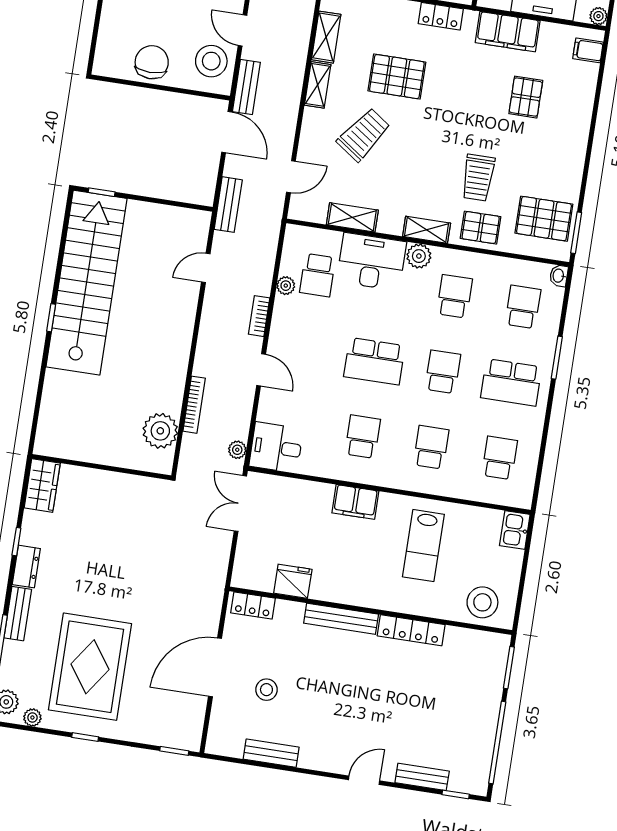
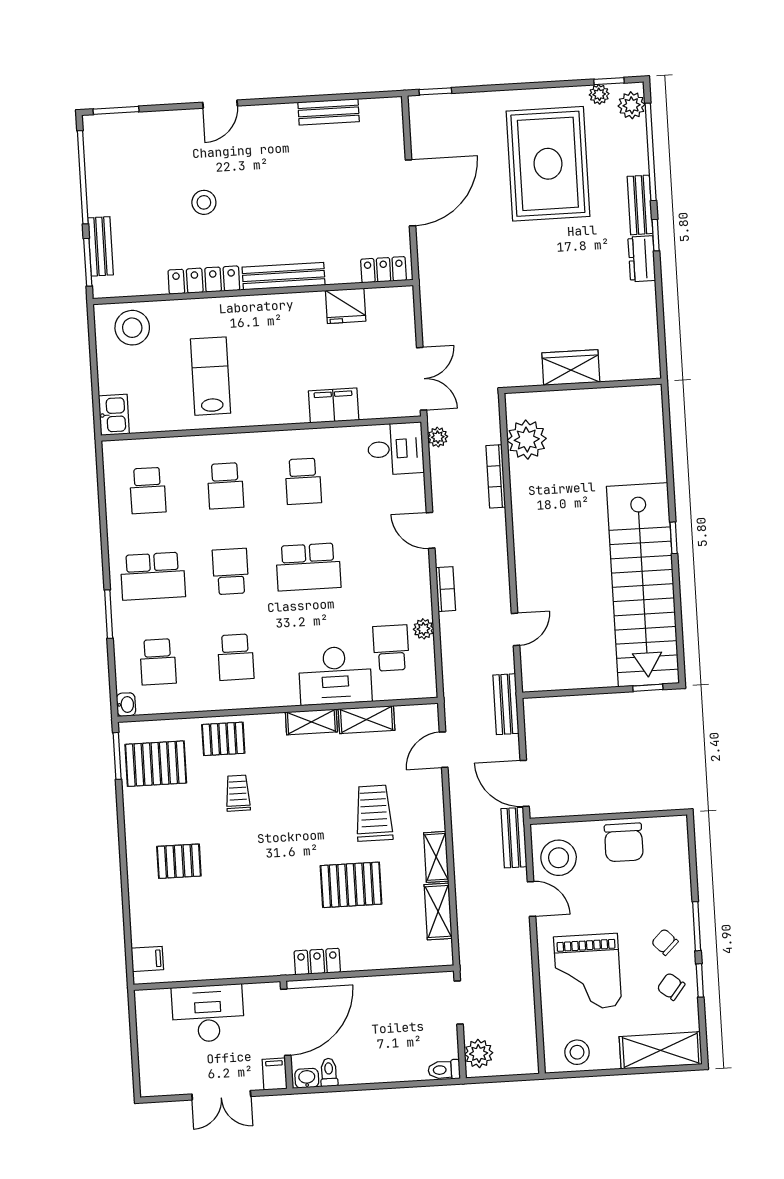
plant: (598, 16) -> (144, 999), removed
filing cabinet: (508, 32) -> (240, 960), removed
pallet: (526, 97) -> (179, 861), moved, turned 90
trolley: (364, 135) -> (374, 813), turned 145
trolley: (478, 178) -> (238, 793), width x0.73, depth x0.72
shelving: (427, 230) -> (311, 722), moved
plant: (419, 256) -> (284, 693), removed
school desk: (374, 361) -> (308, 567), turned 180
school desk: (443, 372) -> (231, 571), turned 180
school desk: (511, 382) -> (153, 576), turned 180
wardrobe: (42, 486) -> (571, 368), moved, turned 90
filing cabinet: (355, 502) -> (334, 405), moved
window: (16, 542) -> (656, 235), moved
stool: (266, 690) -> (204, 202), moved
window: (85, 737) -> (609, 81), moved
bench: (422, 777) -> (101, 246), moved, turned 90
window: (456, 794) -> (116, 110), width x1.50

